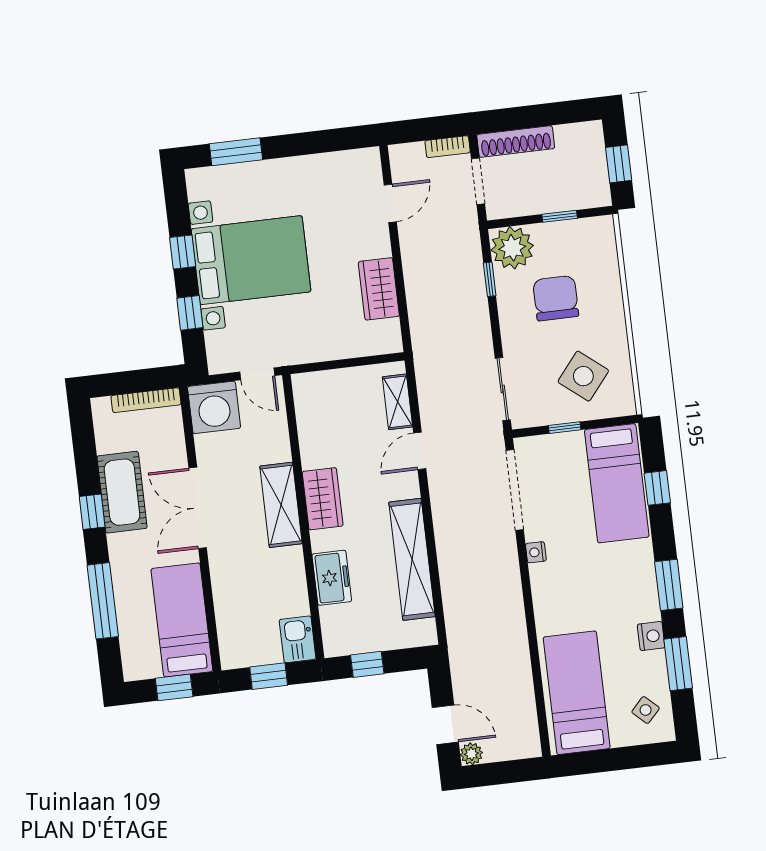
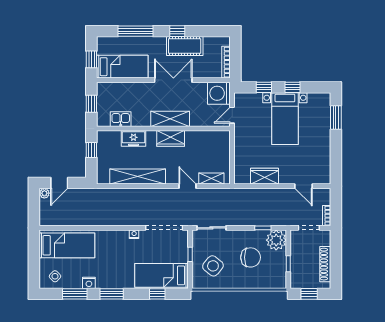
shoe rack: (516, 141) -> (325, 264), moved
bed with nightstands: (251, 260) -> (285, 119), width x0.73
kitchen sink: (298, 639) -> (121, 119), moved

